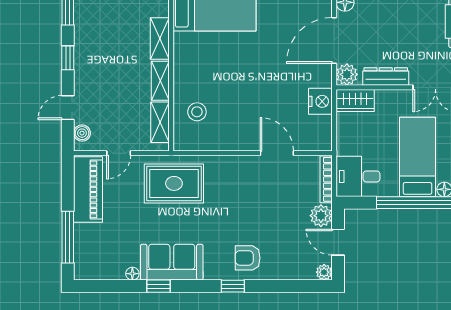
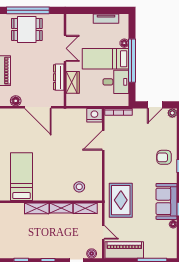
plant: (347, 74) -> (58, 100), removed
wardrobe: (355, 100) -> (73, 82), moved
nightstand: (320, 101) -> (94, 115), moved
desk: (358, 176) -> (116, 82), moved, turned -90
plant: (321, 216) -> (140, 115), removed
armchair: (248, 258) -> (164, 157), turned 90

